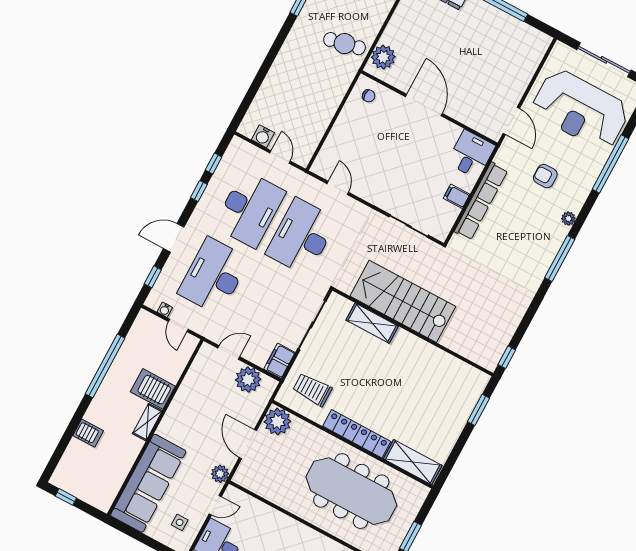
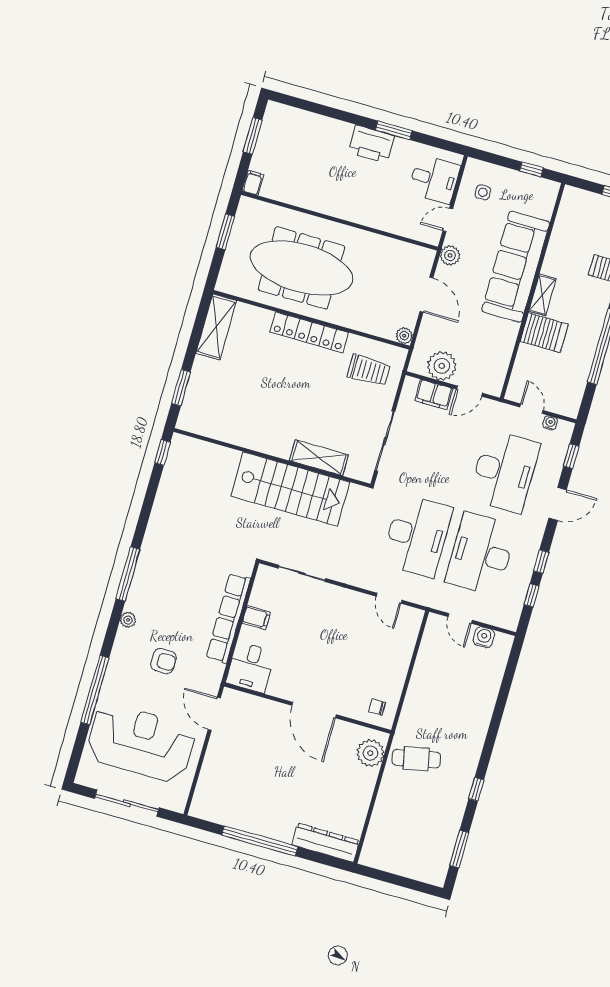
filing cabinet: (279, 361) -> (434, 394), moved, turned 90
plant: (278, 422) -> (404, 336), width x0.53, depth x0.53
shelving: (413, 462) -> (216, 327), moved, turned 90
sofa: (148, 483) -> (516, 267), moved
window: (133, 533) -> (531, 169), added

